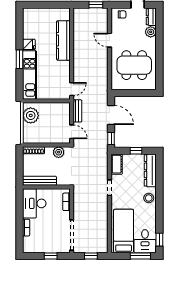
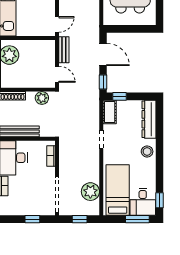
window: (136, 151) -> (120, 96), moved
plant: (100, 232) -> (90, 192), added

